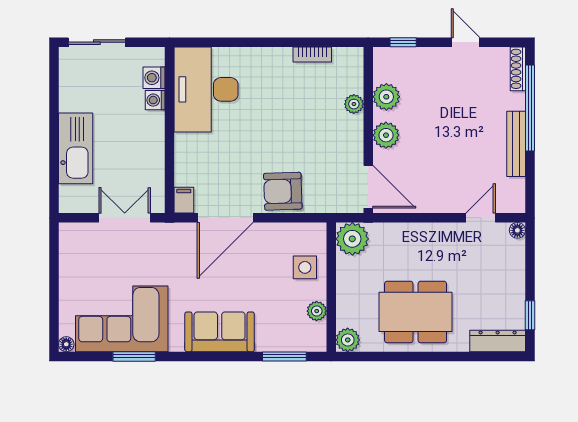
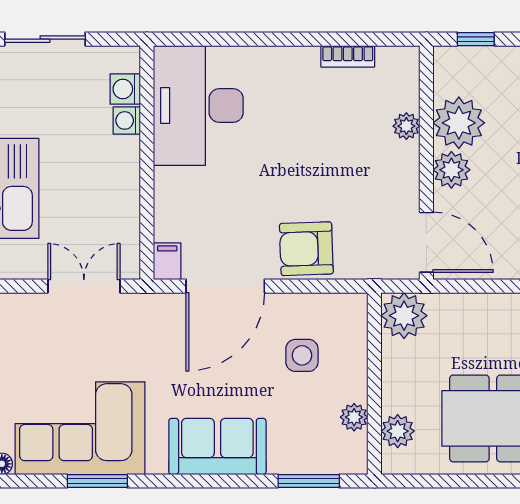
plant: (386, 97) -> (459, 123), width x1.36, depth x1.36
side table: (305, 267) -> (302, 355), moved
plant: (348, 340) -> (398, 431), moved

